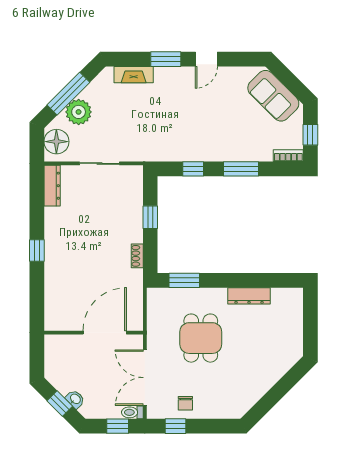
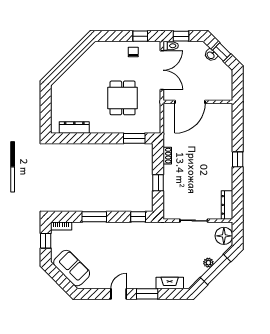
plant: (79, 112) -> (208, 263), width x0.53, depth x0.53
window: (193, 169) -> (138, 217), moved
dresser: (249, 296) -> (74, 128), moved

